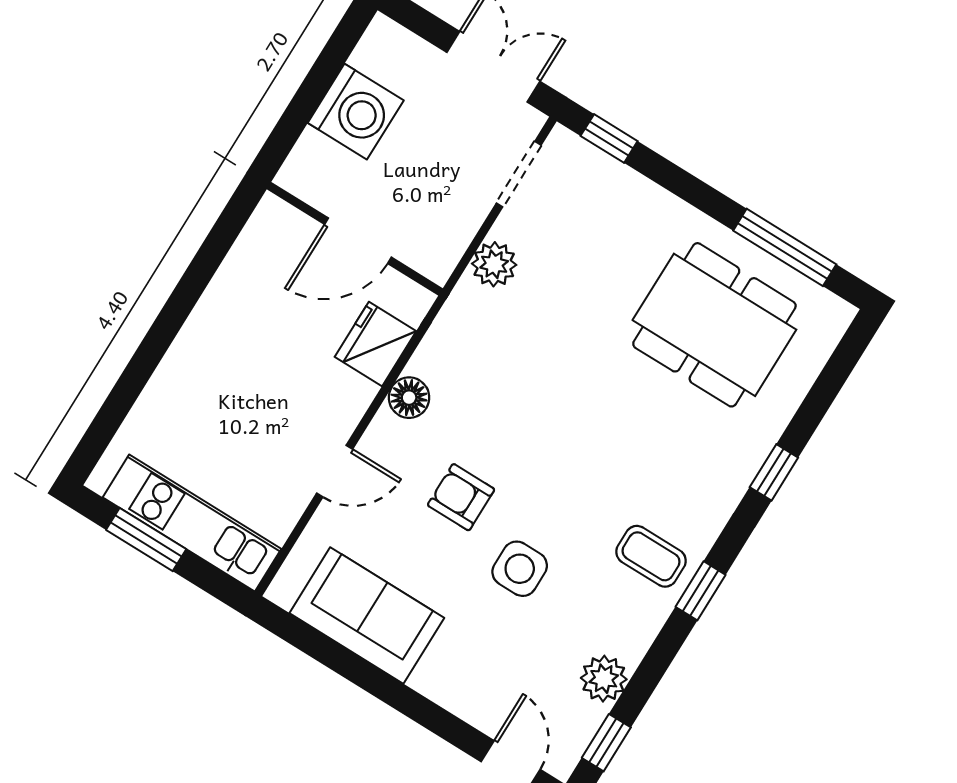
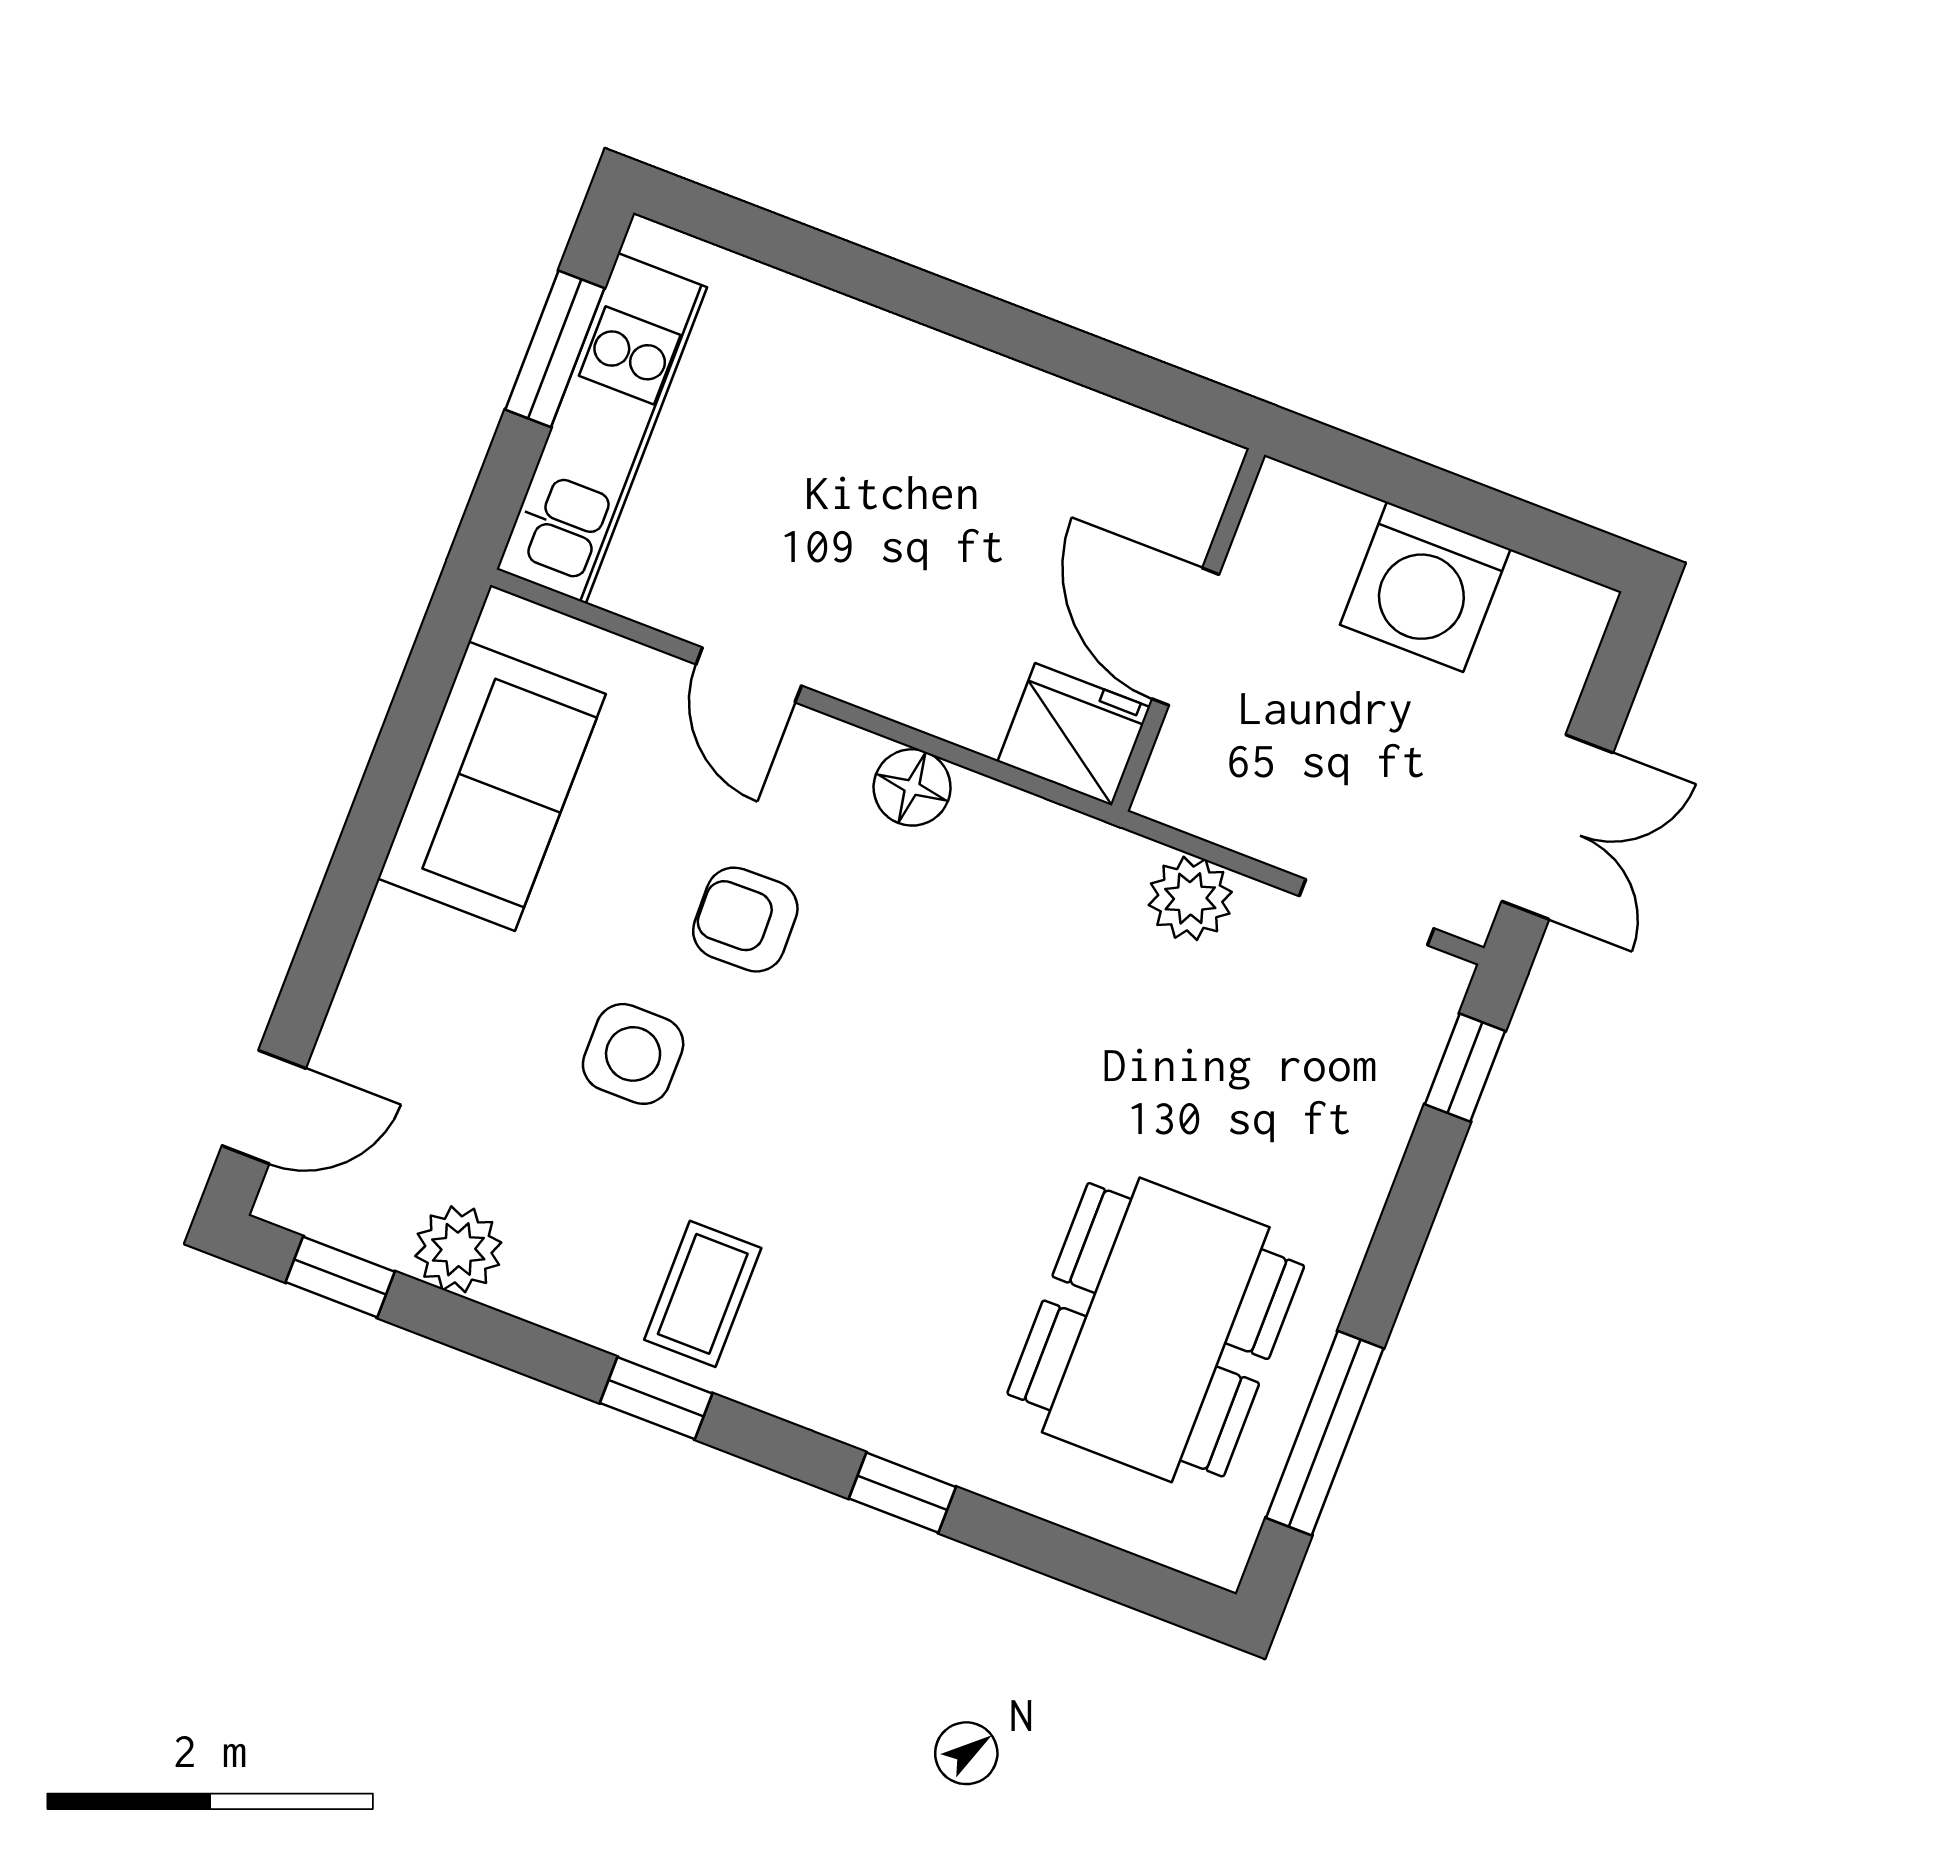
fridge: (375, 344) -> (1074, 734), moved
armchair: (461, 497) -> (745, 920), turned -91

